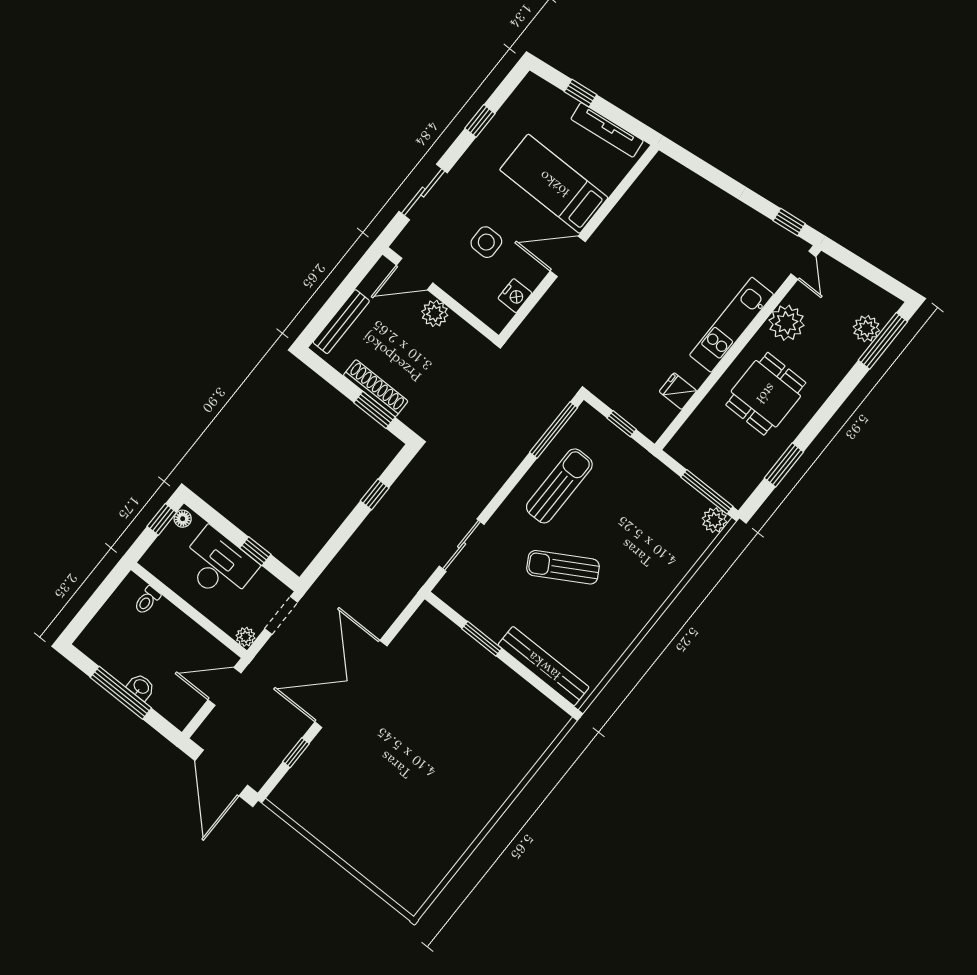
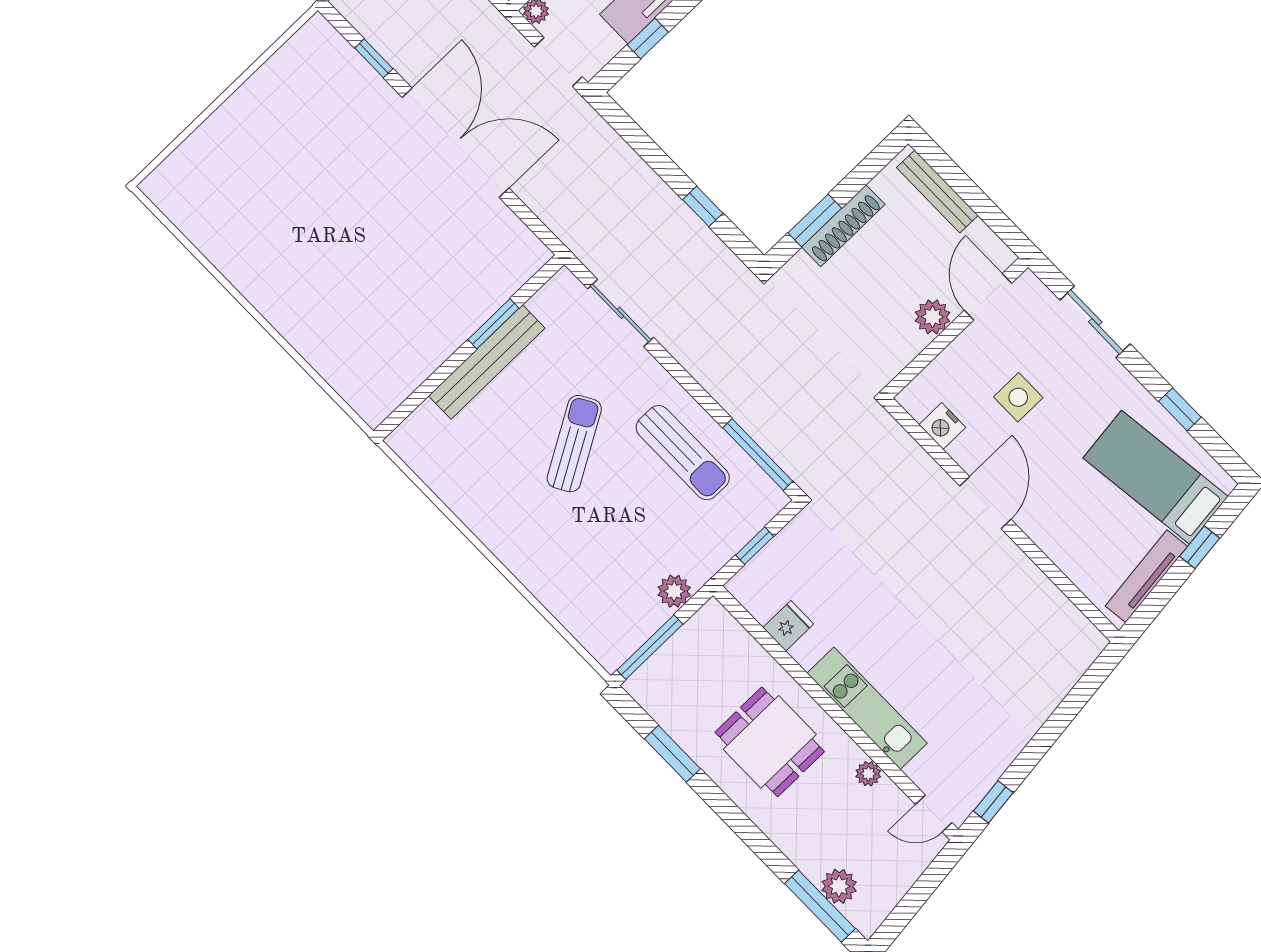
bed: (554, 184) -> (1156, 477), moved, turned -97
plant: (787, 323) -> (868, 774), width x0.53, depth x0.53
plant: (714, 520) -> (674, 591), moved
bench: (544, 666) -> (487, 362), moved

